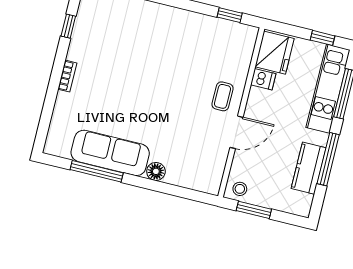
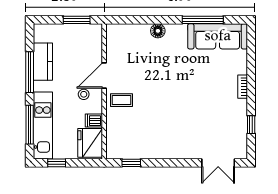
coffee table: (222, 96) -> (121, 100), turned 90
sofa: (110, 153) -> (218, 36), moved
stool: (240, 189) -> (84, 94), moved

